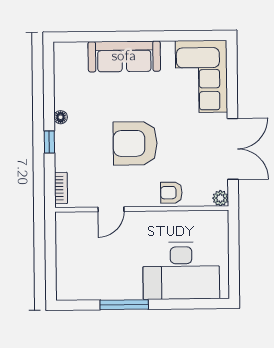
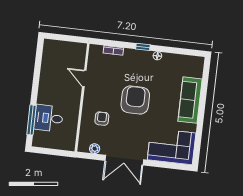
door: (111, 209) -> (84, 78), moved
wall: (142, 209) -> (82, 98), moved
desk: (181, 271) -> (49, 118), width x0.53, depth x0.77
window: (124, 305) -> (32, 120), moved

